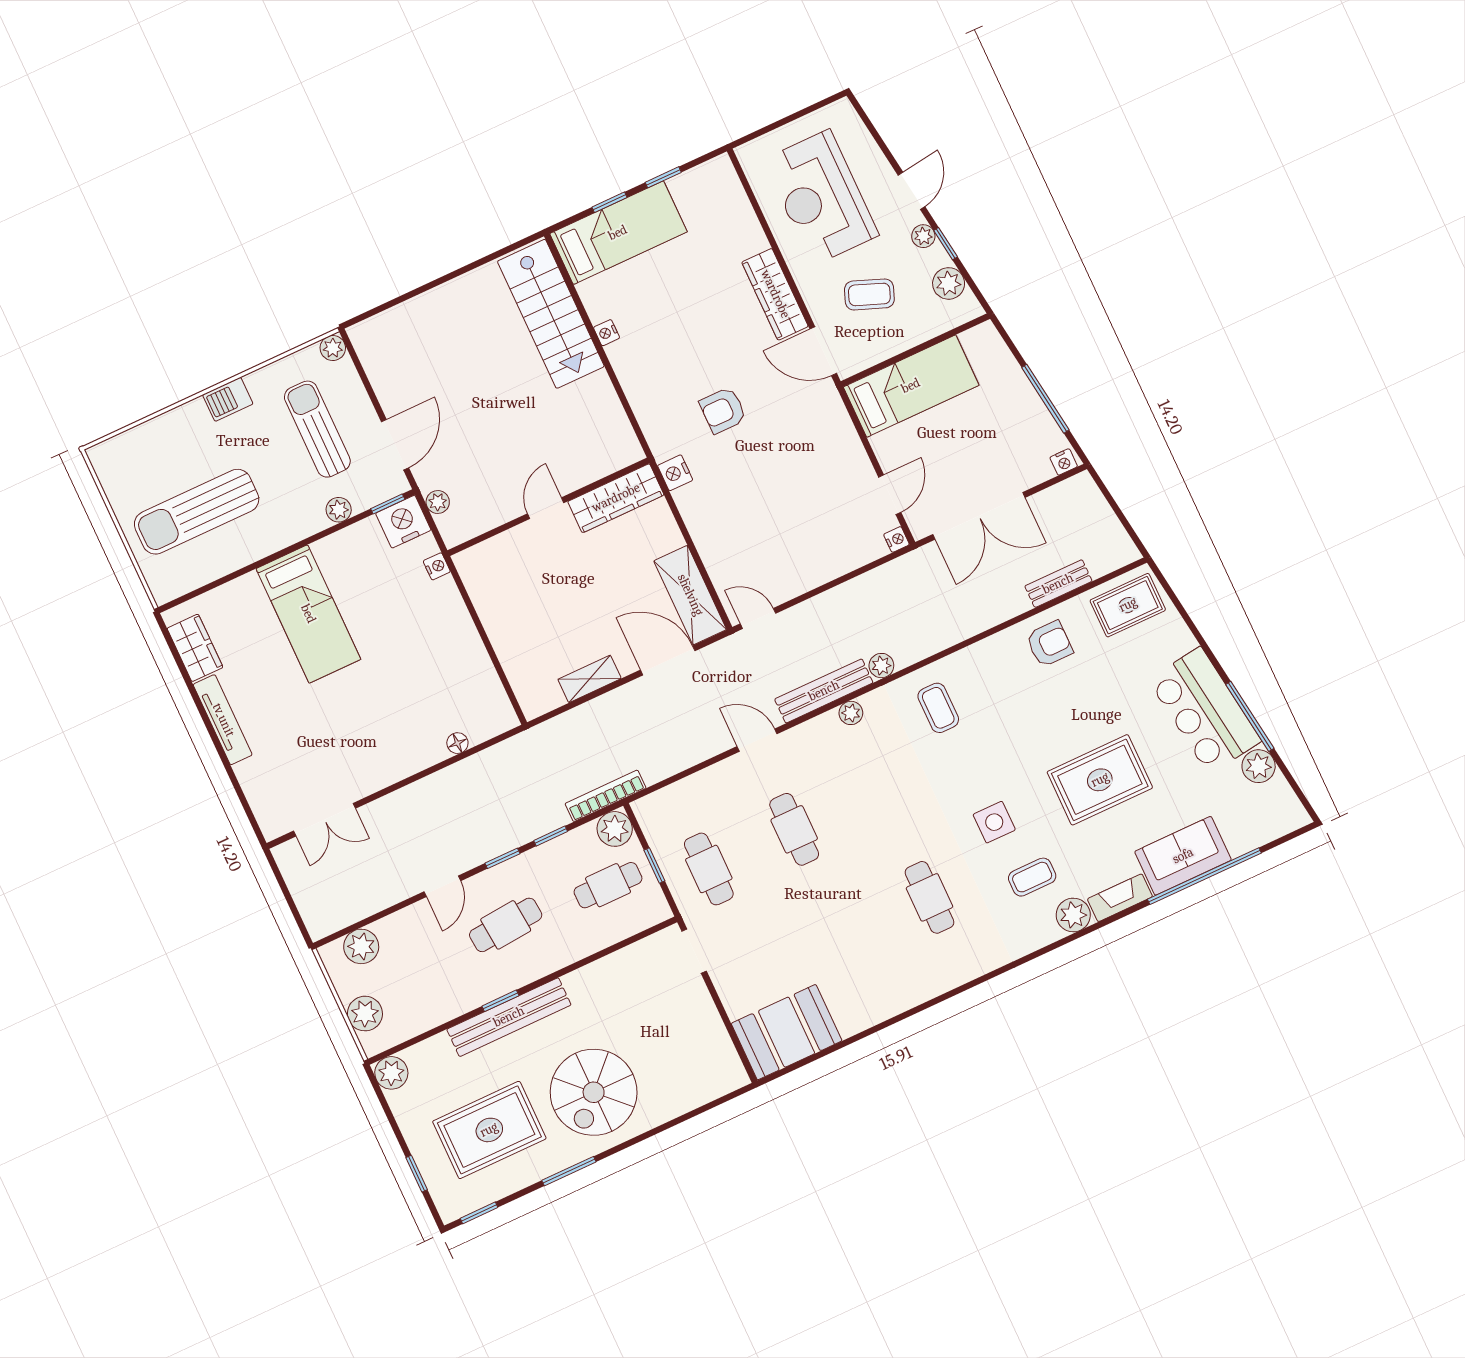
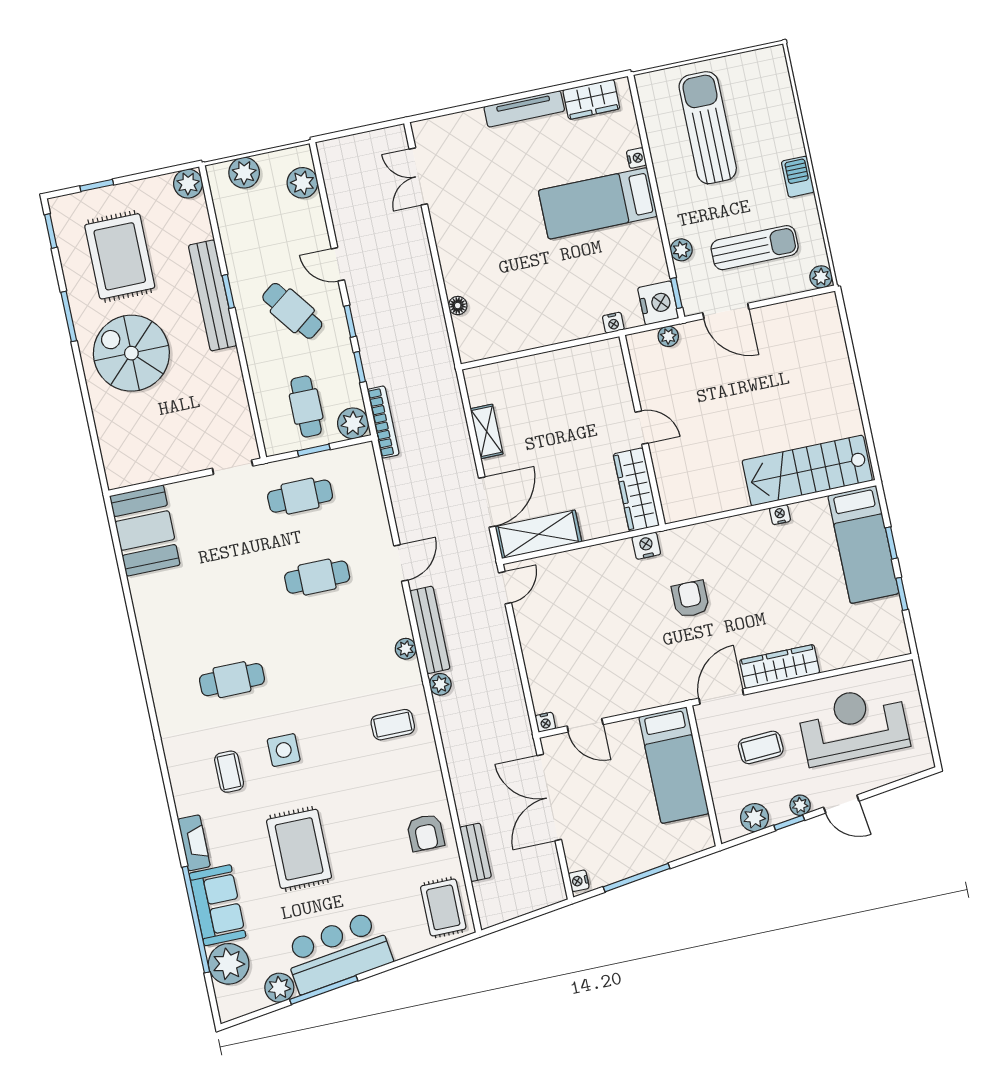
coffee table: (869, 294) -> (761, 747), turned 66
nightstand: (248, 583) -> (636, 158), added
plant: (1073, 915) -> (229, 964), moved, width x1.36, depth x1.36
cafe table: (506, 925) -> (292, 311), turned -32

